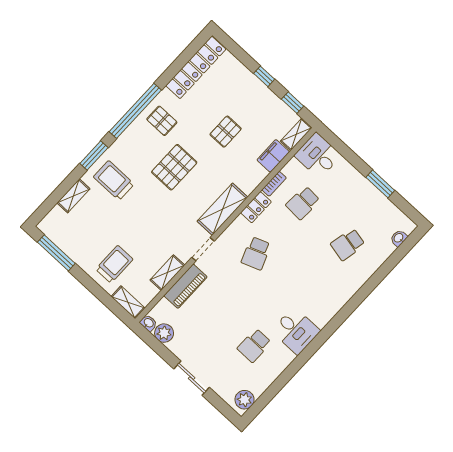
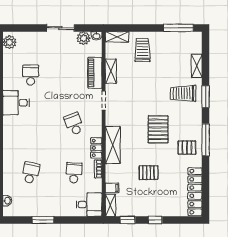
window: (135, 111) -> (206, 140), width x0.68
pallet: (226, 132) -> (149, 173), turned 90
filing cabinet: (273, 156) -> (112, 188), width x0.50
trolley: (114, 180) -> (183, 93), turned 180
shelving: (222, 209) -> (113, 145), moved
trolley: (114, 264) -> (143, 50), turned 180
sliding door: (192, 378) -> (60, 28), moved

